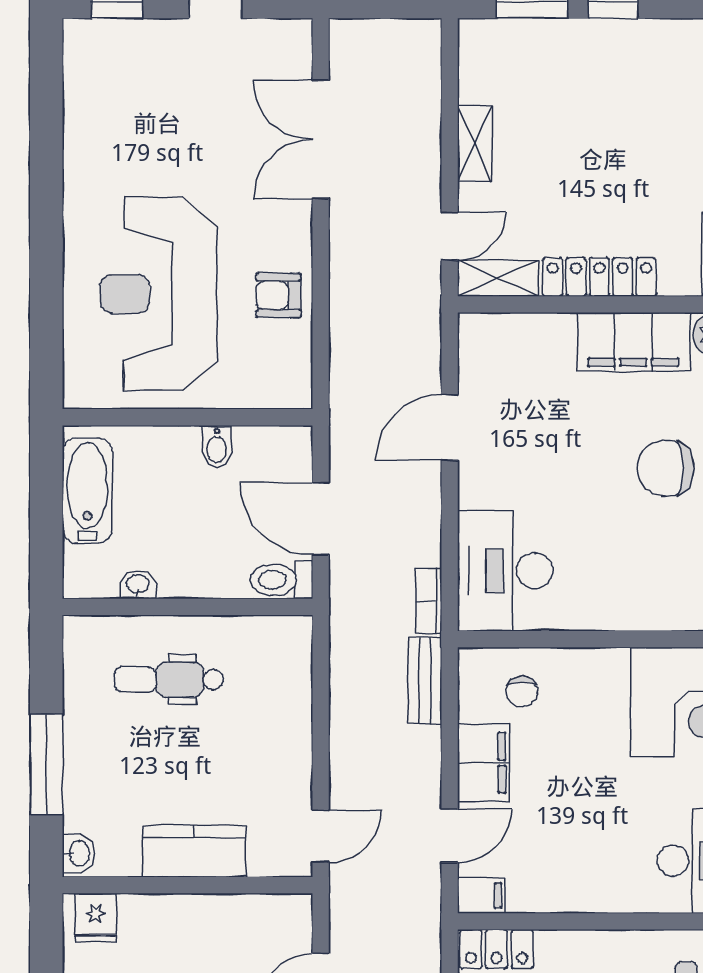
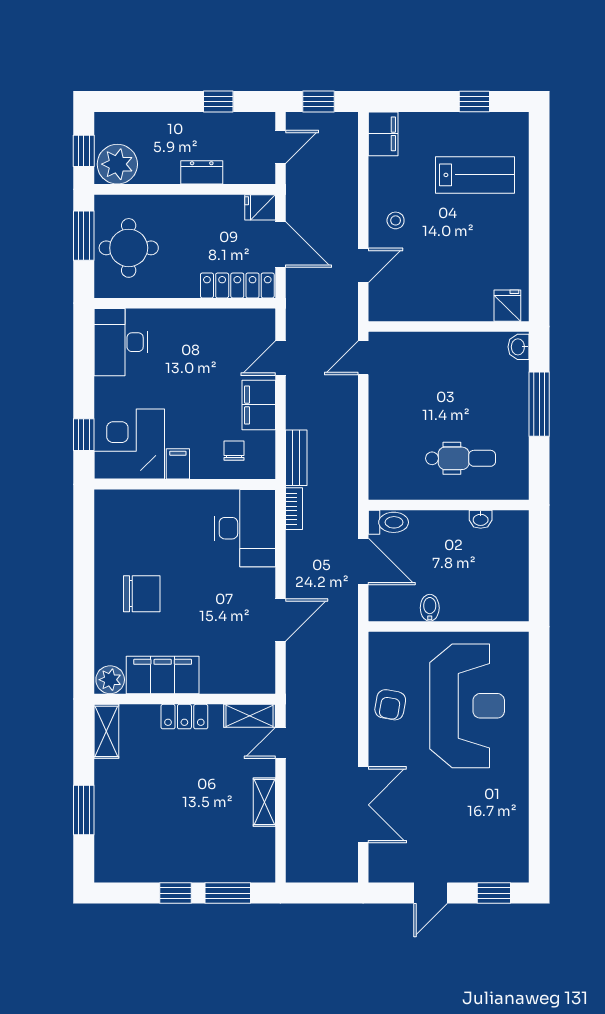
locker: (599, 277) -> (184, 717), width x0.66
armchair: (279, 295) -> (390, 705), turned 100
bathtub: (87, 491) -> (513, 580), removed
kitchen counter: (194, 851) -> (444, 348), removed
filing cabinet: (481, 896) -> (178, 464), moved, turned 90
locker: (496, 949) -> (237, 285), width x1.53

